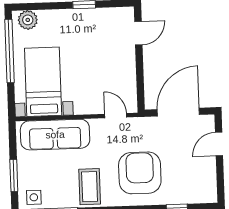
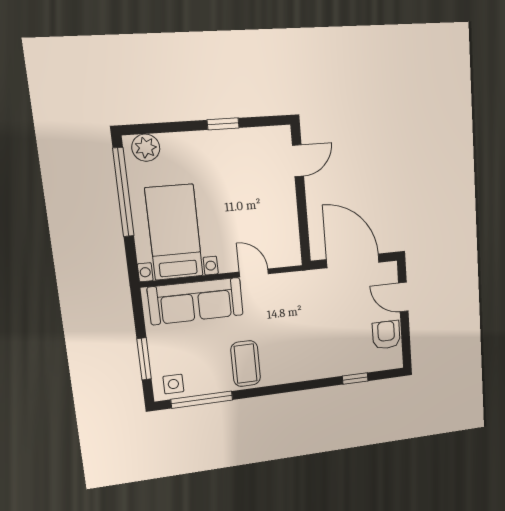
door: (178, 112) -> (353, 261), hinge flipped
door: (116, 116) -> (254, 273), moved
door: (219, 144) -> (403, 297), hinge flipped
armchair: (140, 173) -> (386, 335), moved, width x0.53, depth x0.53

